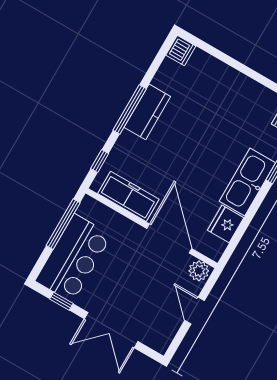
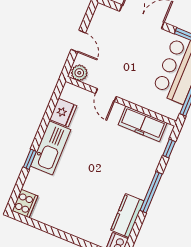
kitchen counter: (147, 112) -> (127, 216), moved
door: (169, 239) -> (106, 95), width x0.53

